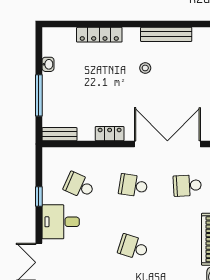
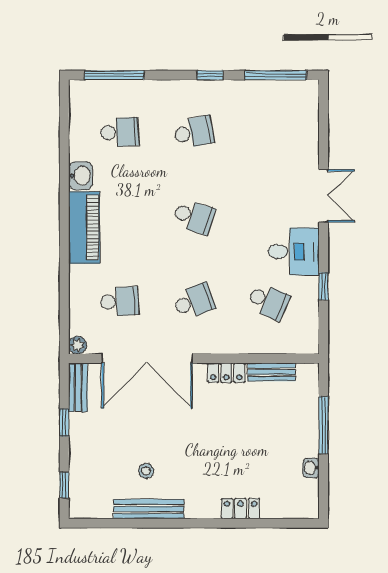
locker: (99, 35) -> (240, 509), width x0.66
stool: (145, 68) -> (146, 471), moved
bench: (60, 134) -> (272, 372), moved
school desk: (133, 186) -> (194, 301), turned -30

